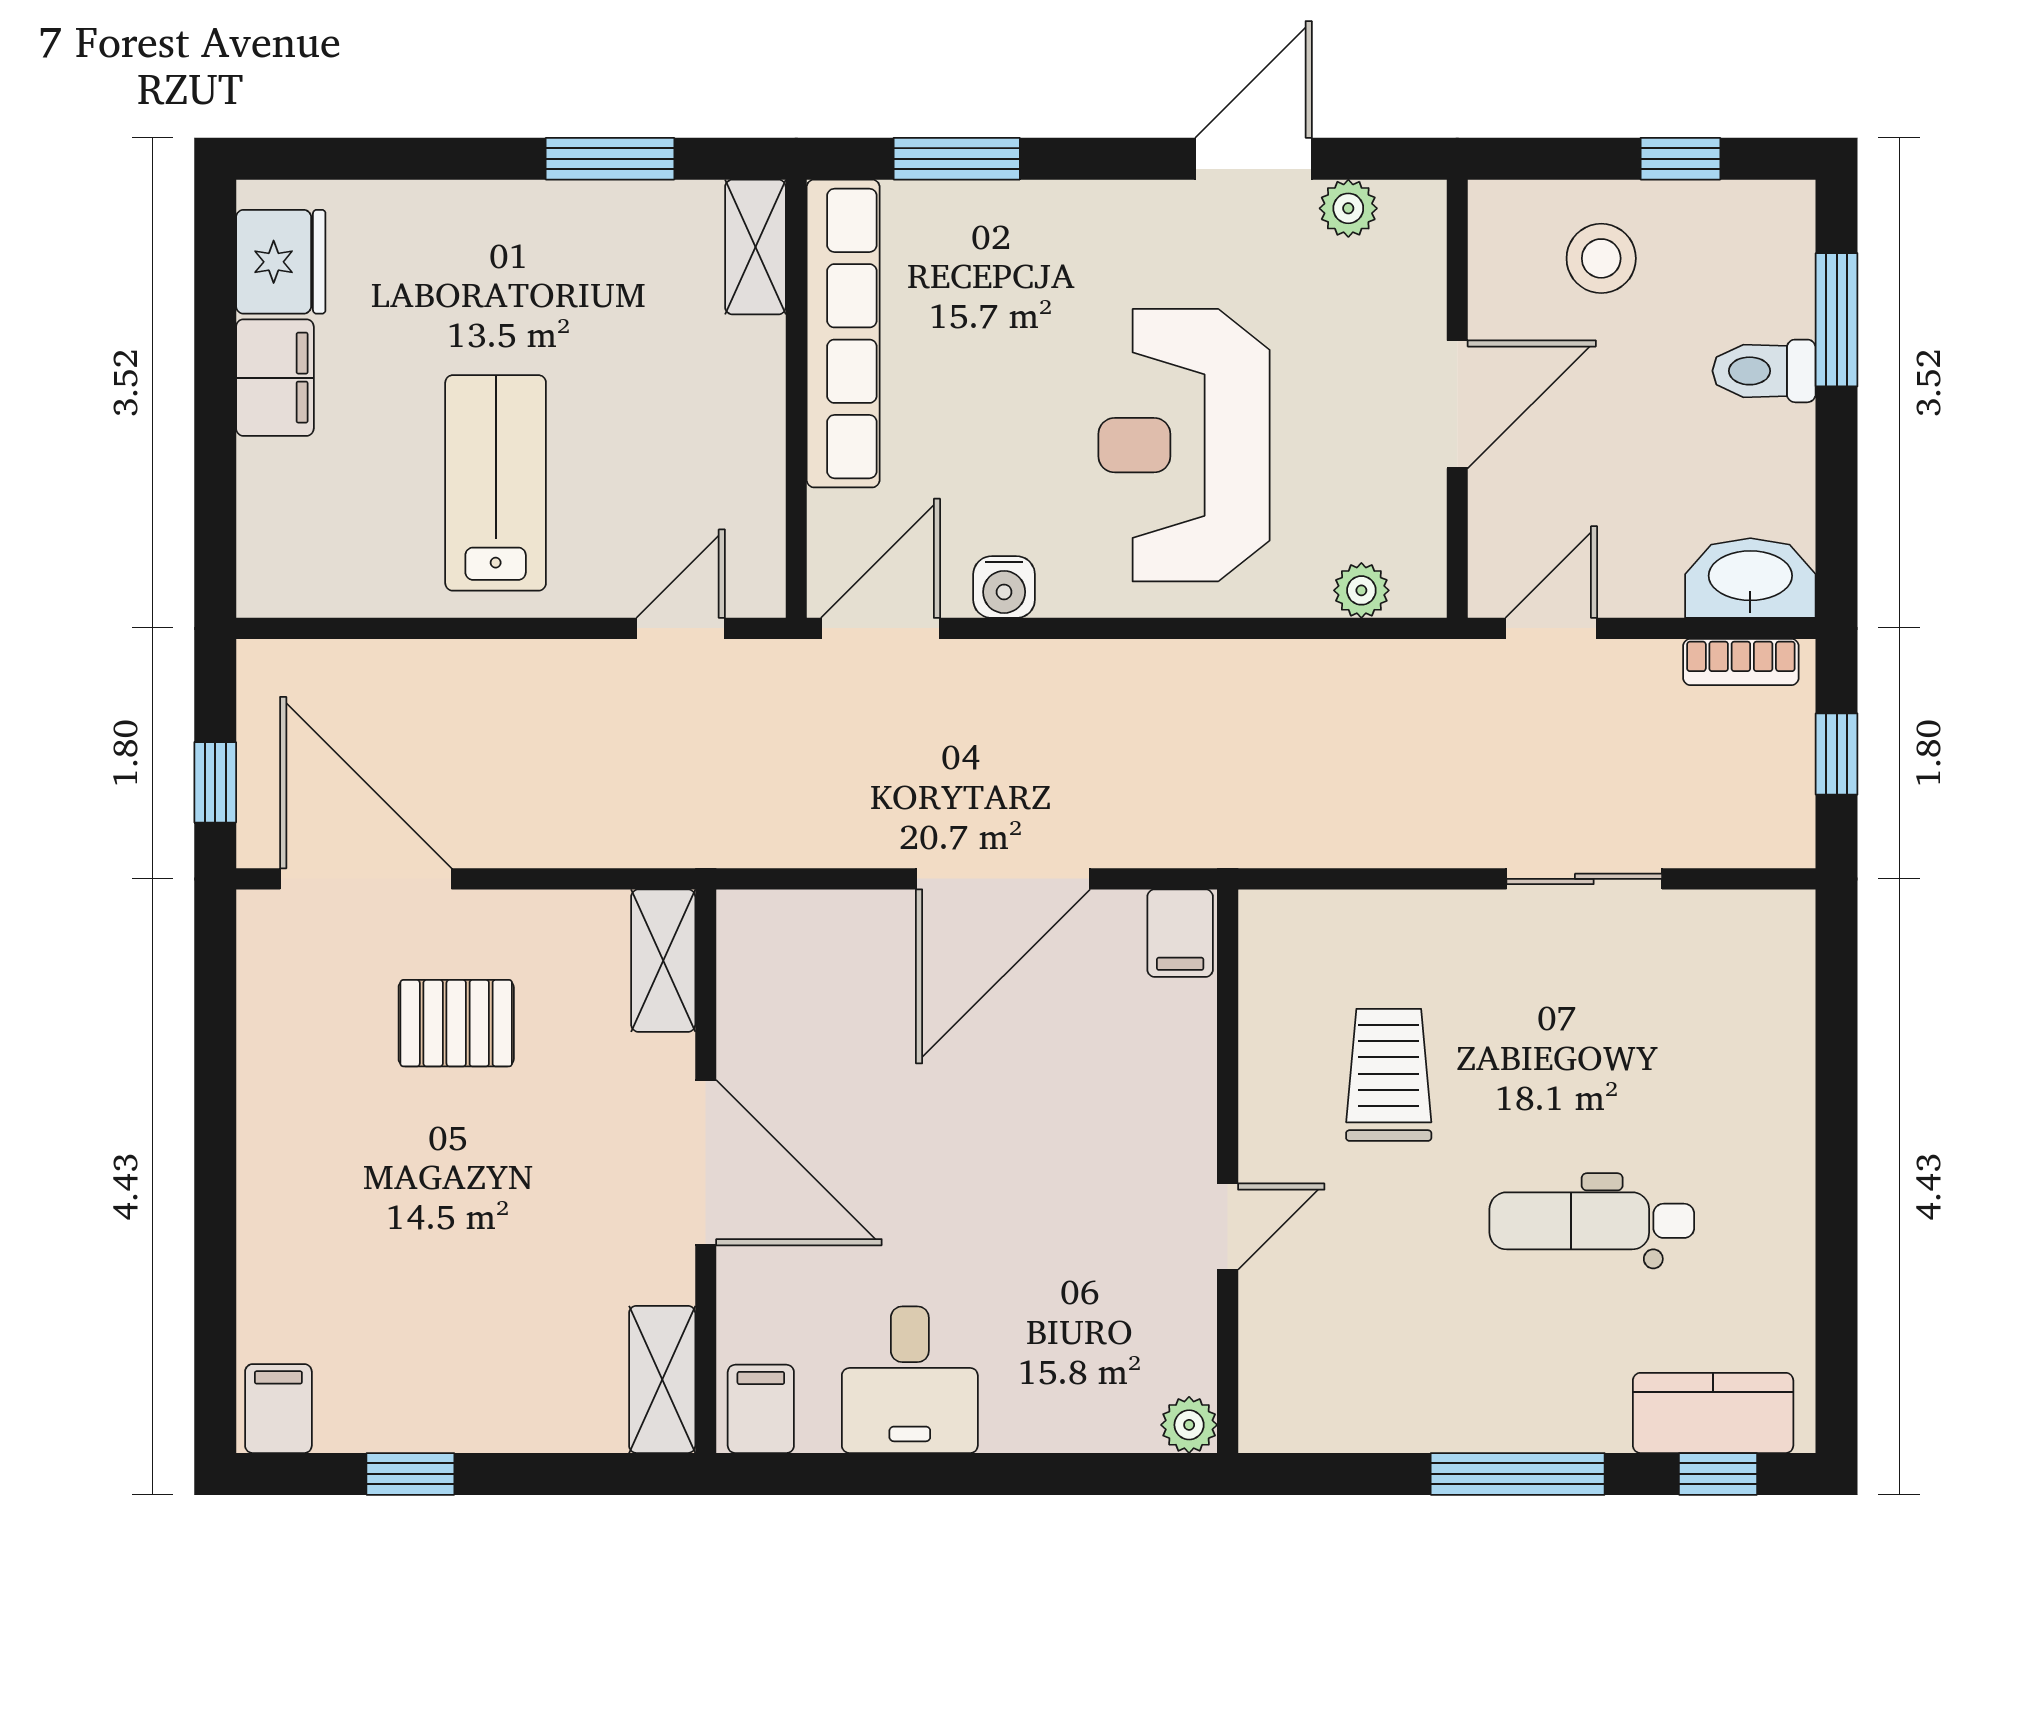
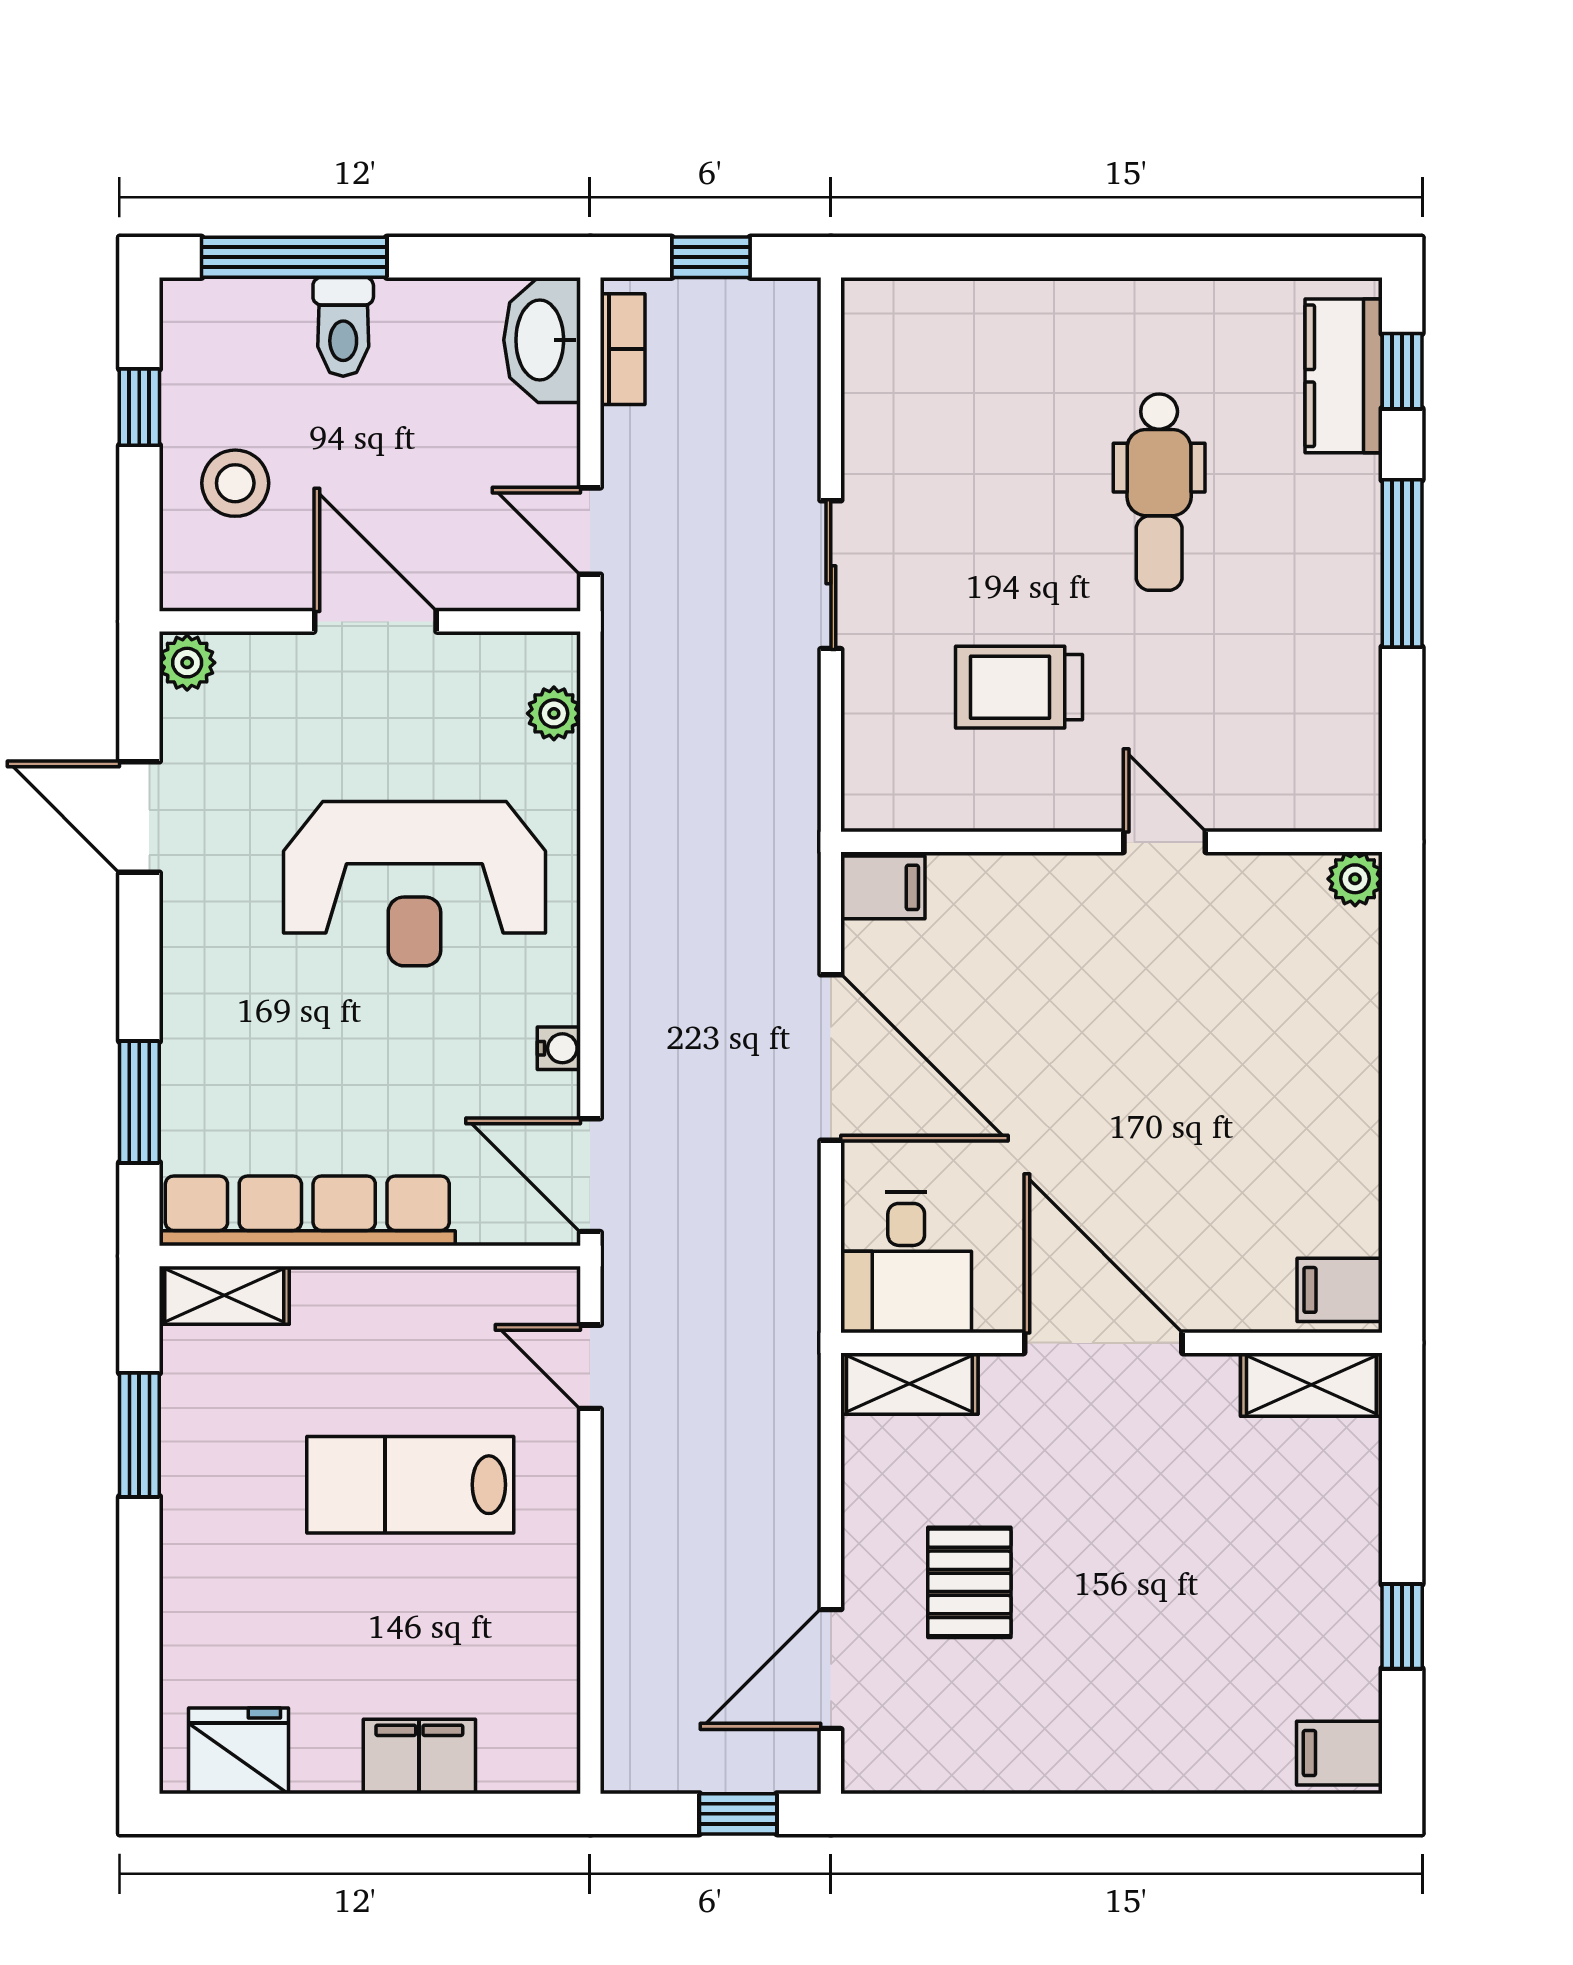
plant: (1348, 208) -> (187, 663), moved
window: (1837, 320) -> (294, 257), width x1.44
filing cabinet: (275, 378) -> (419, 1756), moved
lab bench: (496, 483) -> (410, 1485), moved
water cooler: (1004, 587) -> (559, 1048), width x0.72, depth x0.72
door: (366, 879) -> (831, 1669), width x0.73
sliding door: (1584, 879) -> (831, 575), moved
door: (706, 1163) -> (1103, 1343), hinge flipped
desk: (910, 1380) -> (906, 1262), moved, turned 90

